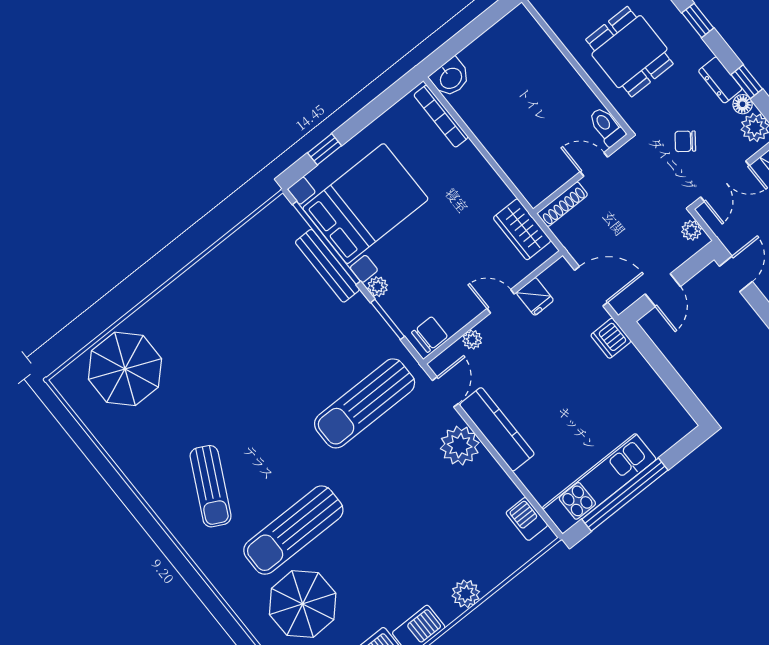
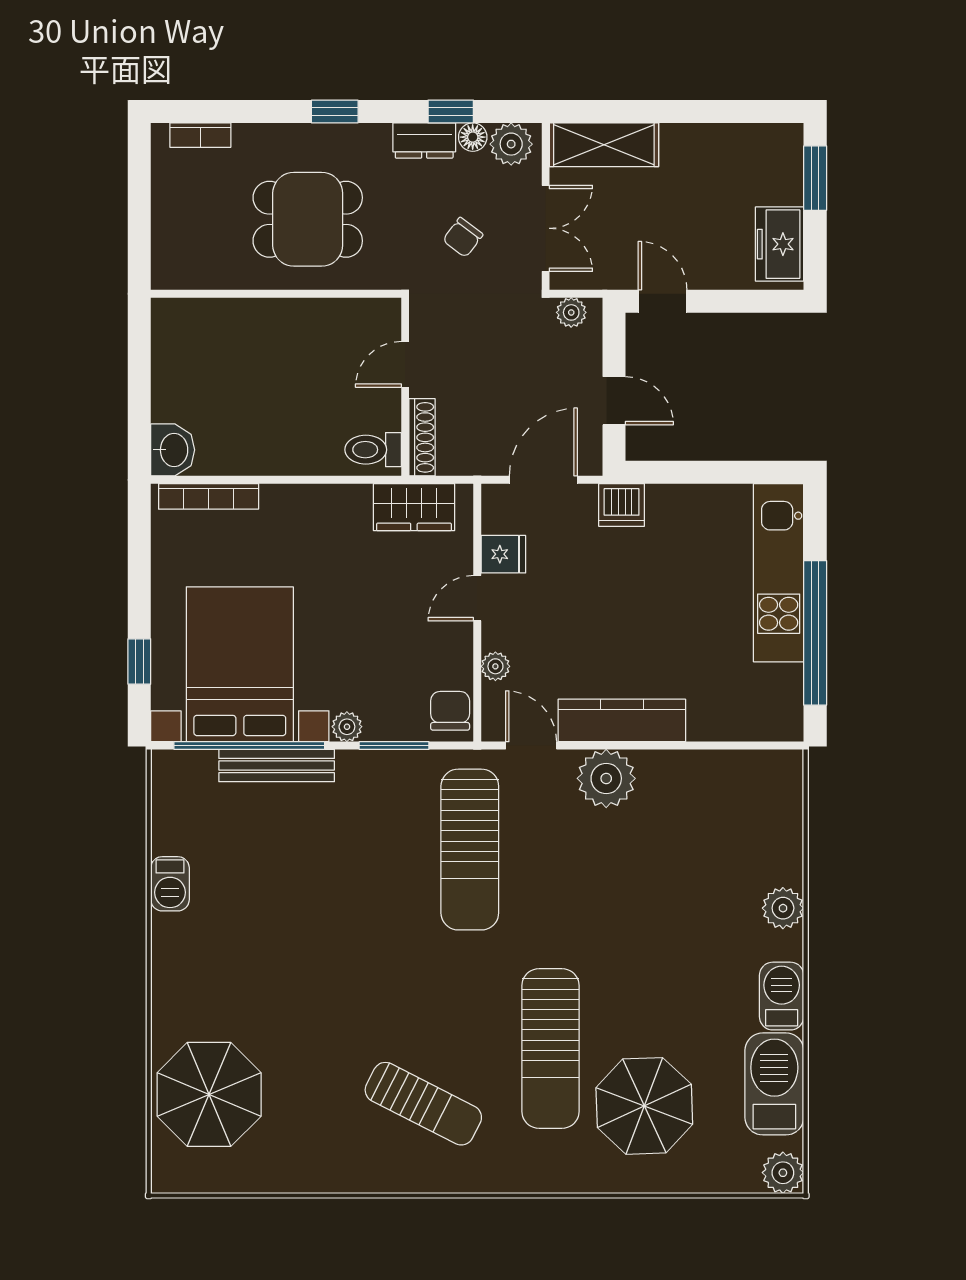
toilet: (607, 126) -> (373, 450), moved
kitchen unit: (599, 484) -> (779, 573), moved
barbecue: (527, 519) -> (170, 884), moved, turned -90

